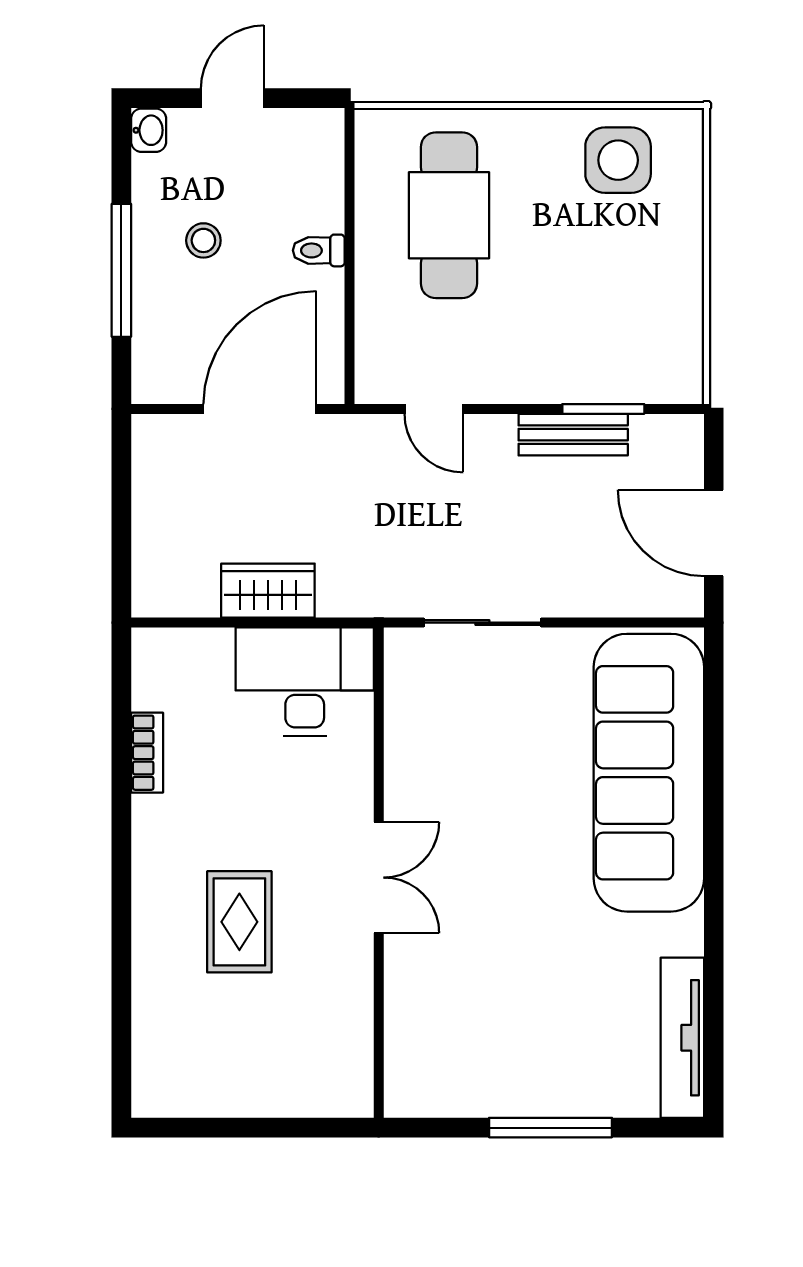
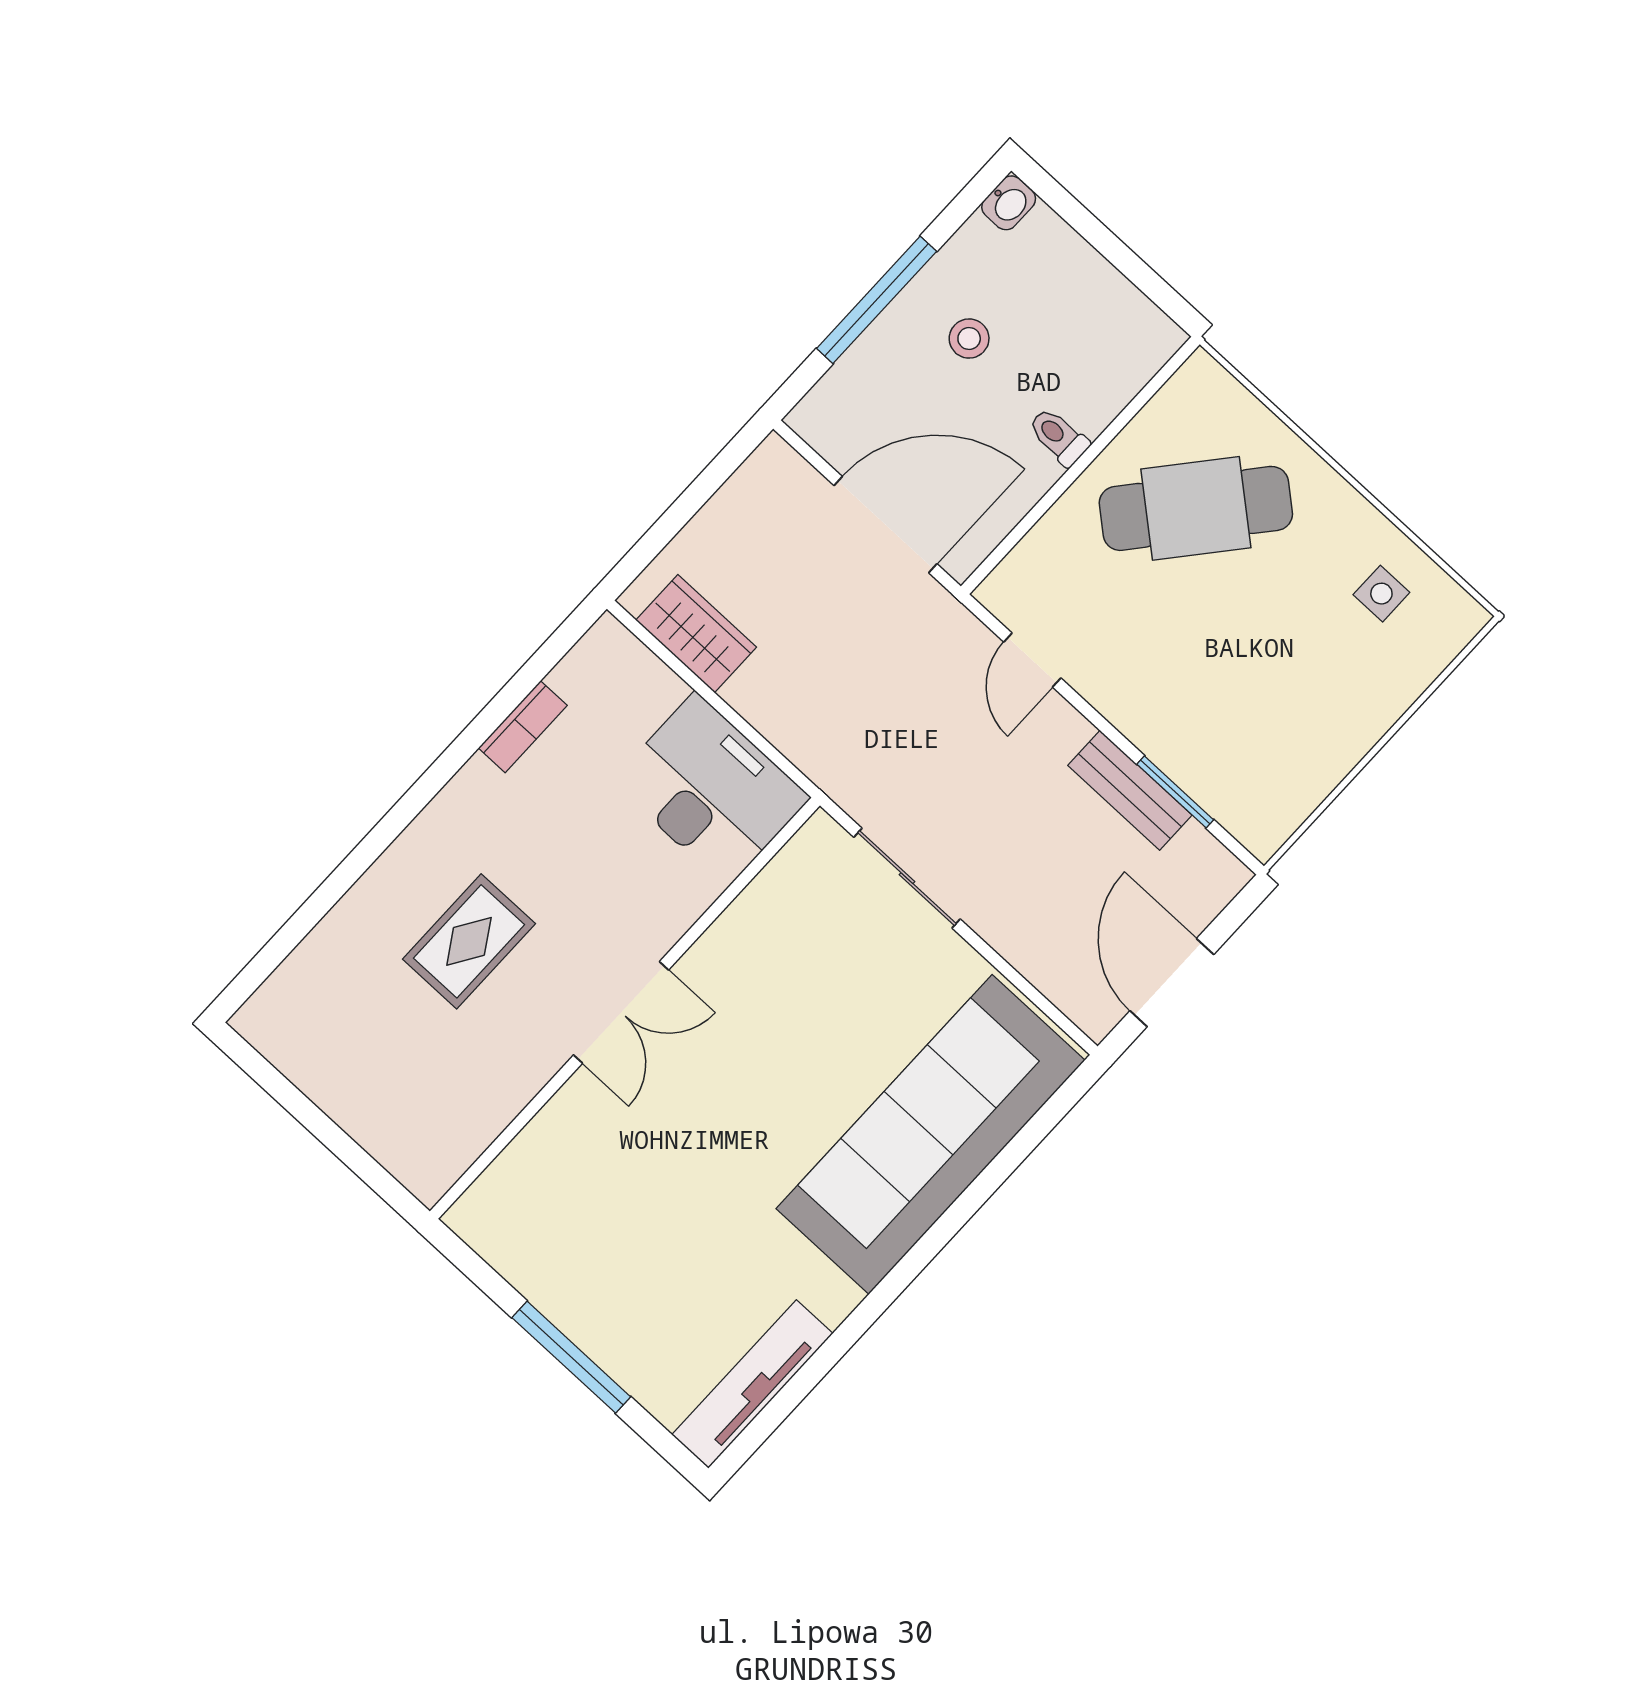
door: (232, 98) -> (1104, 241), removed
side table: (618, 160) -> (1381, 594), width x0.54, depth x0.54
cafe table: (449, 215) -> (1196, 508), turned 40
wardrobe: (268, 591) -> (696, 634), moved

